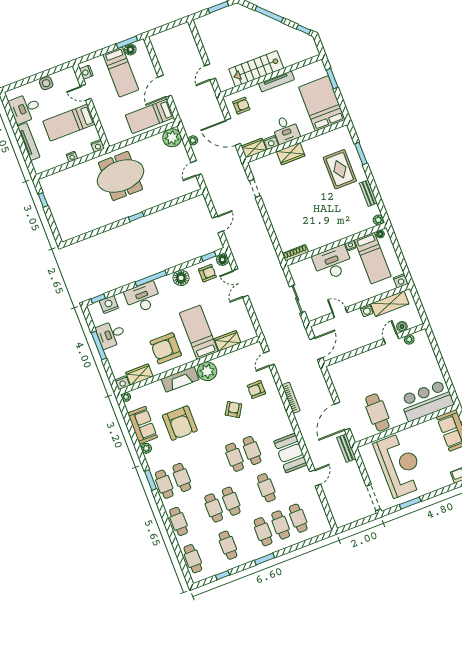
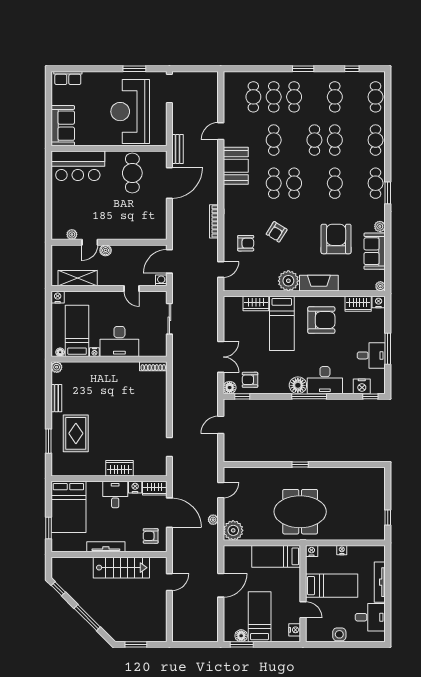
bed: (150, 116) -> (276, 556), moved, turned 180
floor lamp: (181, 278) -> (298, 385), moved
washing machine: (367, 310) -> (161, 280), moved
boiler: (402, 327) -> (106, 250), moved
cafe table: (182, 477) -> (335, 183), moved

